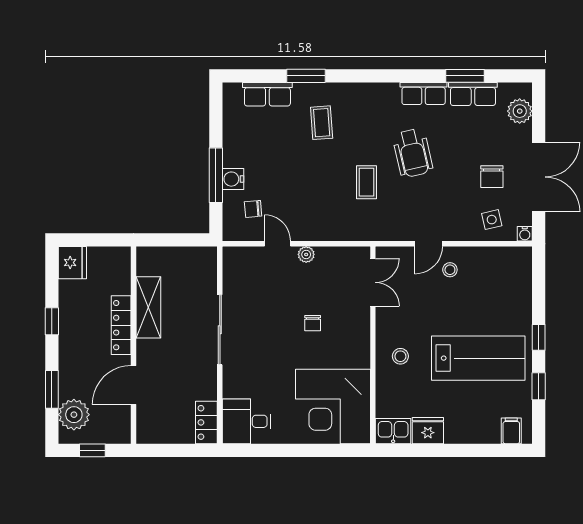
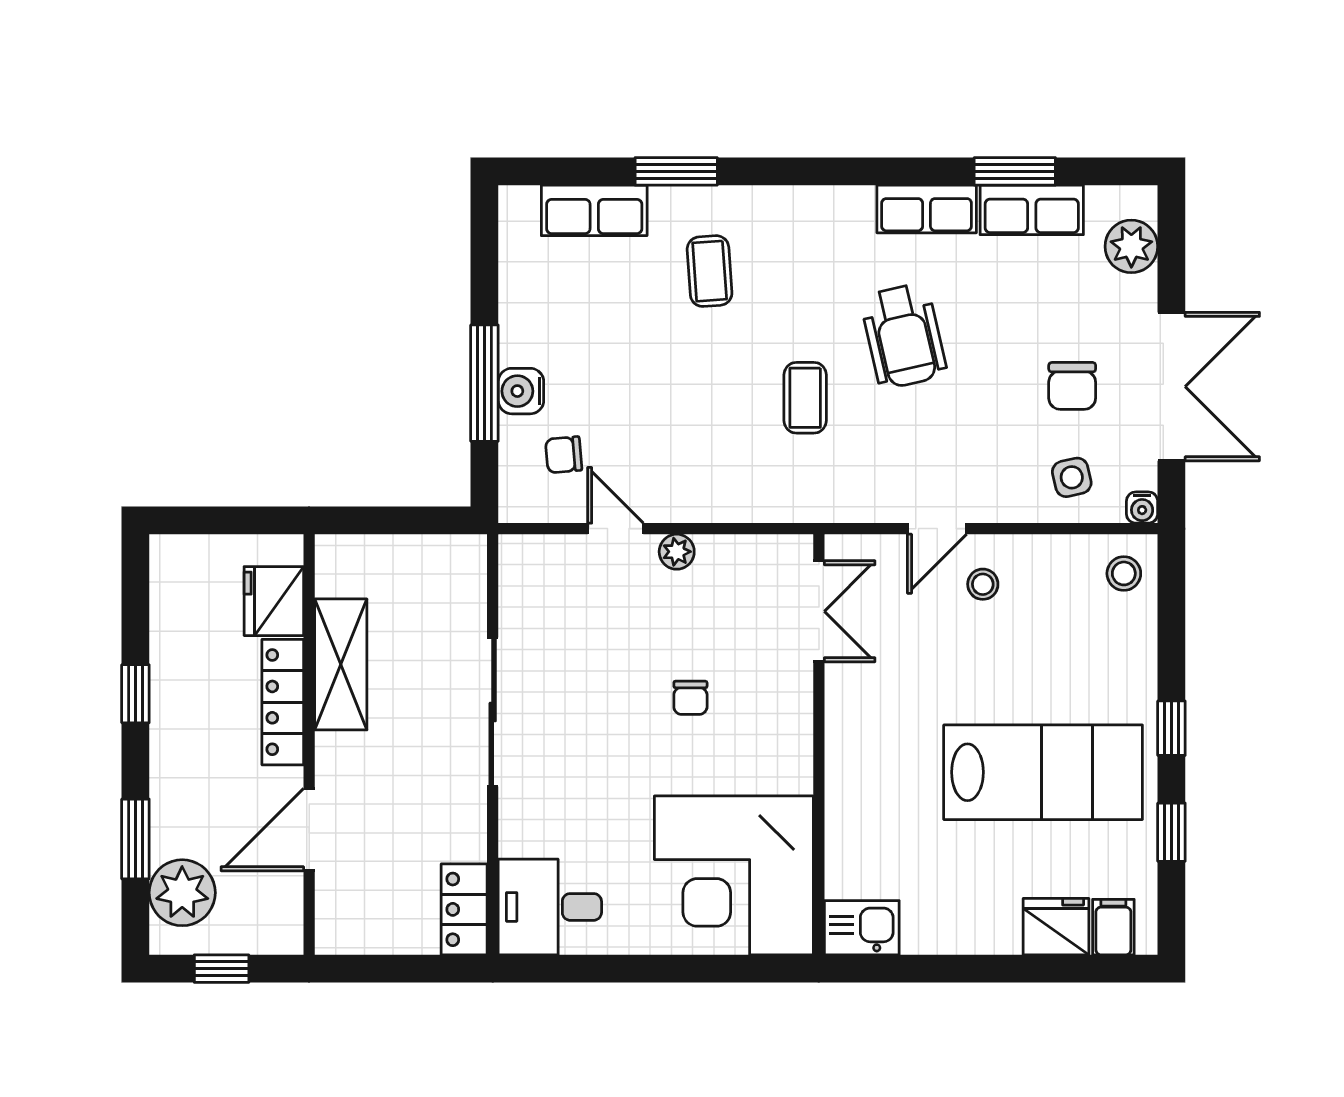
fridge: (72, 263) -> (274, 601), moved, turned 180
stool: (400, 356) -> (1124, 573), moved
fridge: (428, 431) -> (1056, 927), moved

